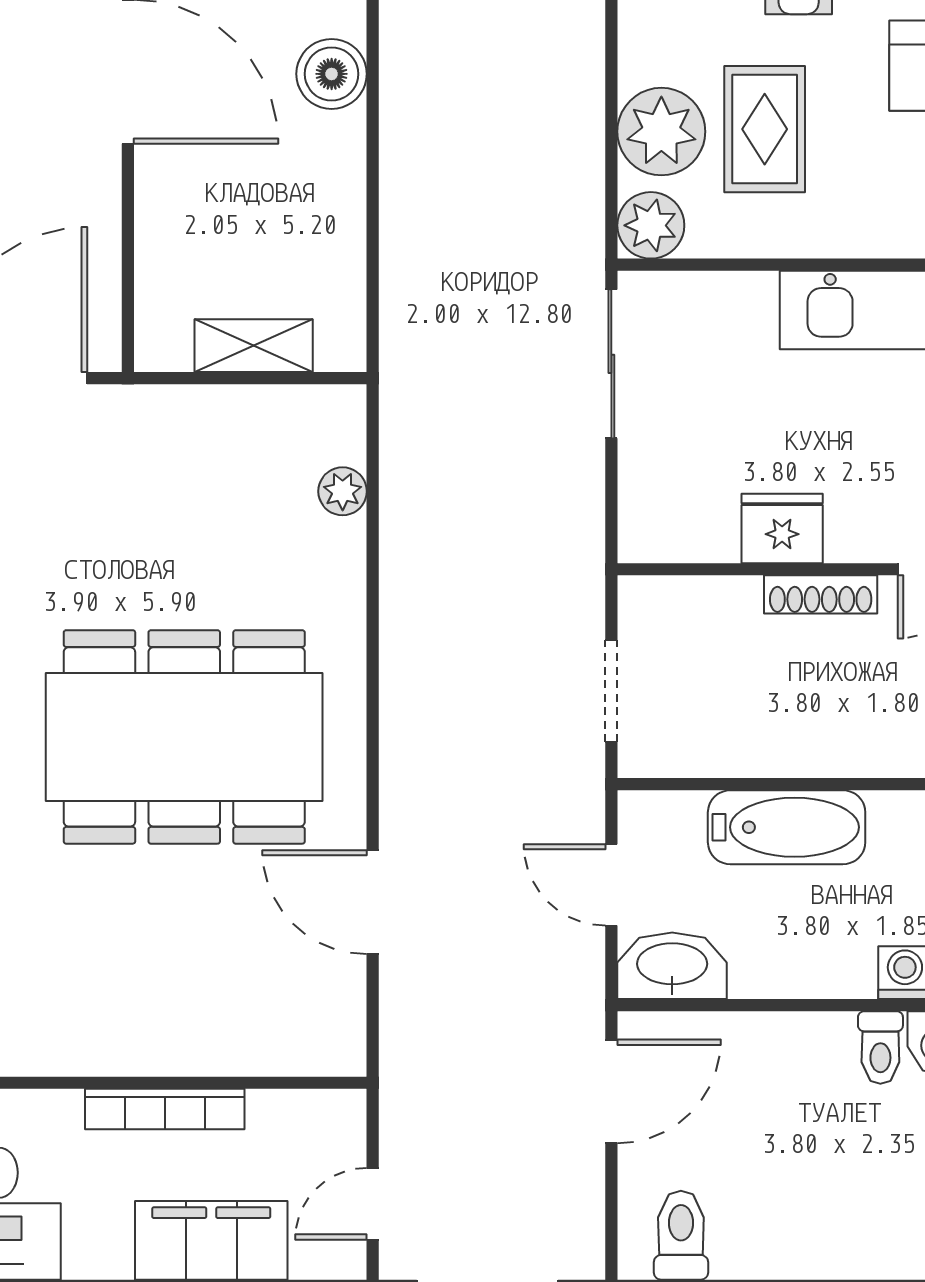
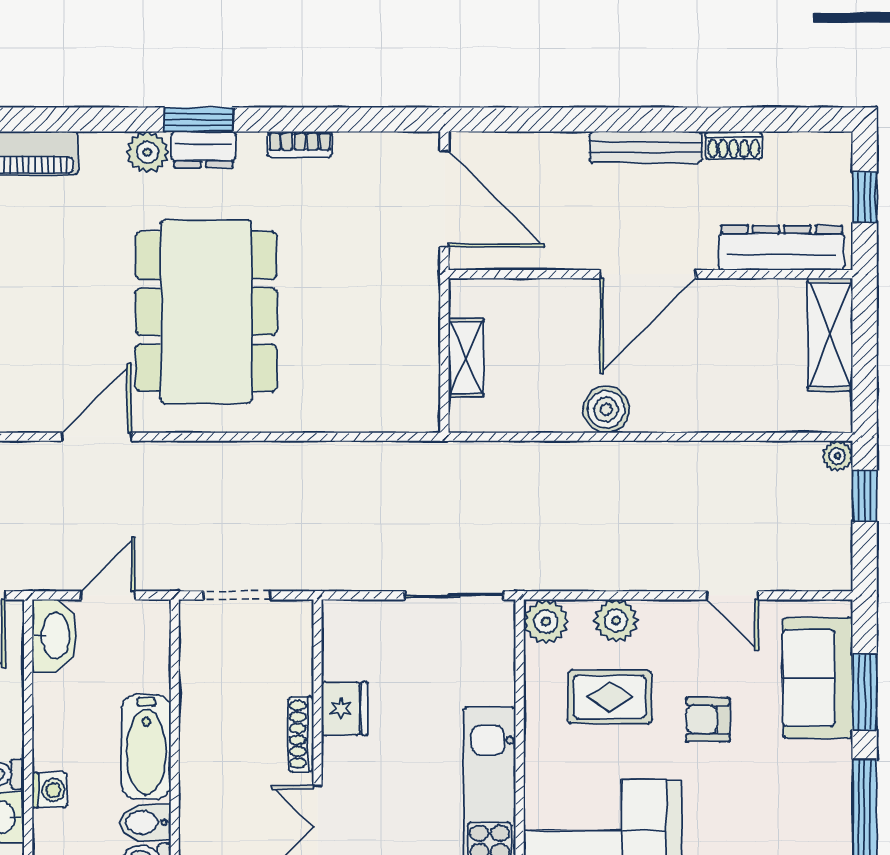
boiler: (332, 74) -> (606, 409), moved
plant: (661, 132) -> (616, 621), width x0.73, depth x0.73
plant: (343, 491) -> (369, 417), removed
bathtub: (787, 827) -> (146, 747), moved

